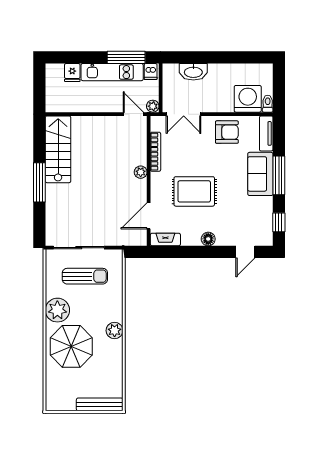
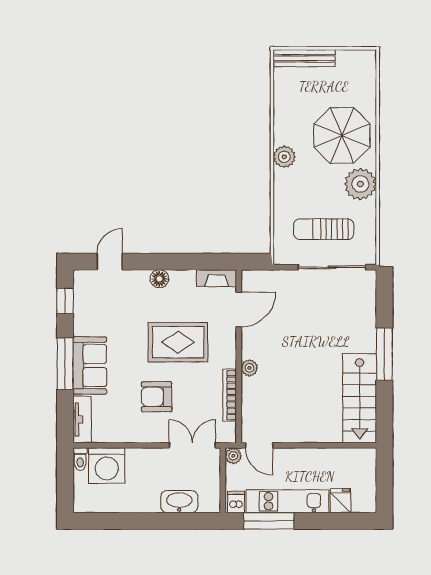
armchair: (227, 132) -> (157, 397), moved

